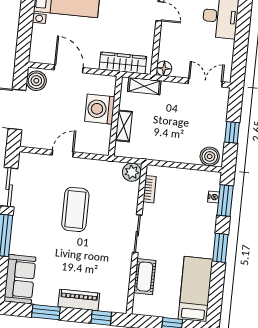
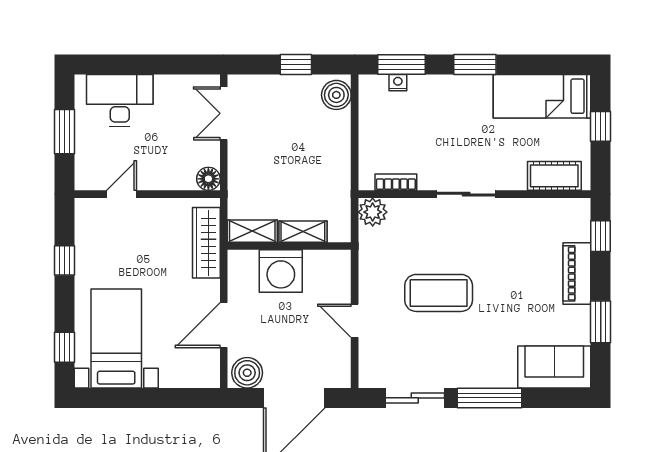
shelving: (144, 86) -> (252, 231), moved, turned 90
cot: (145, 277) -> (554, 176), moved

